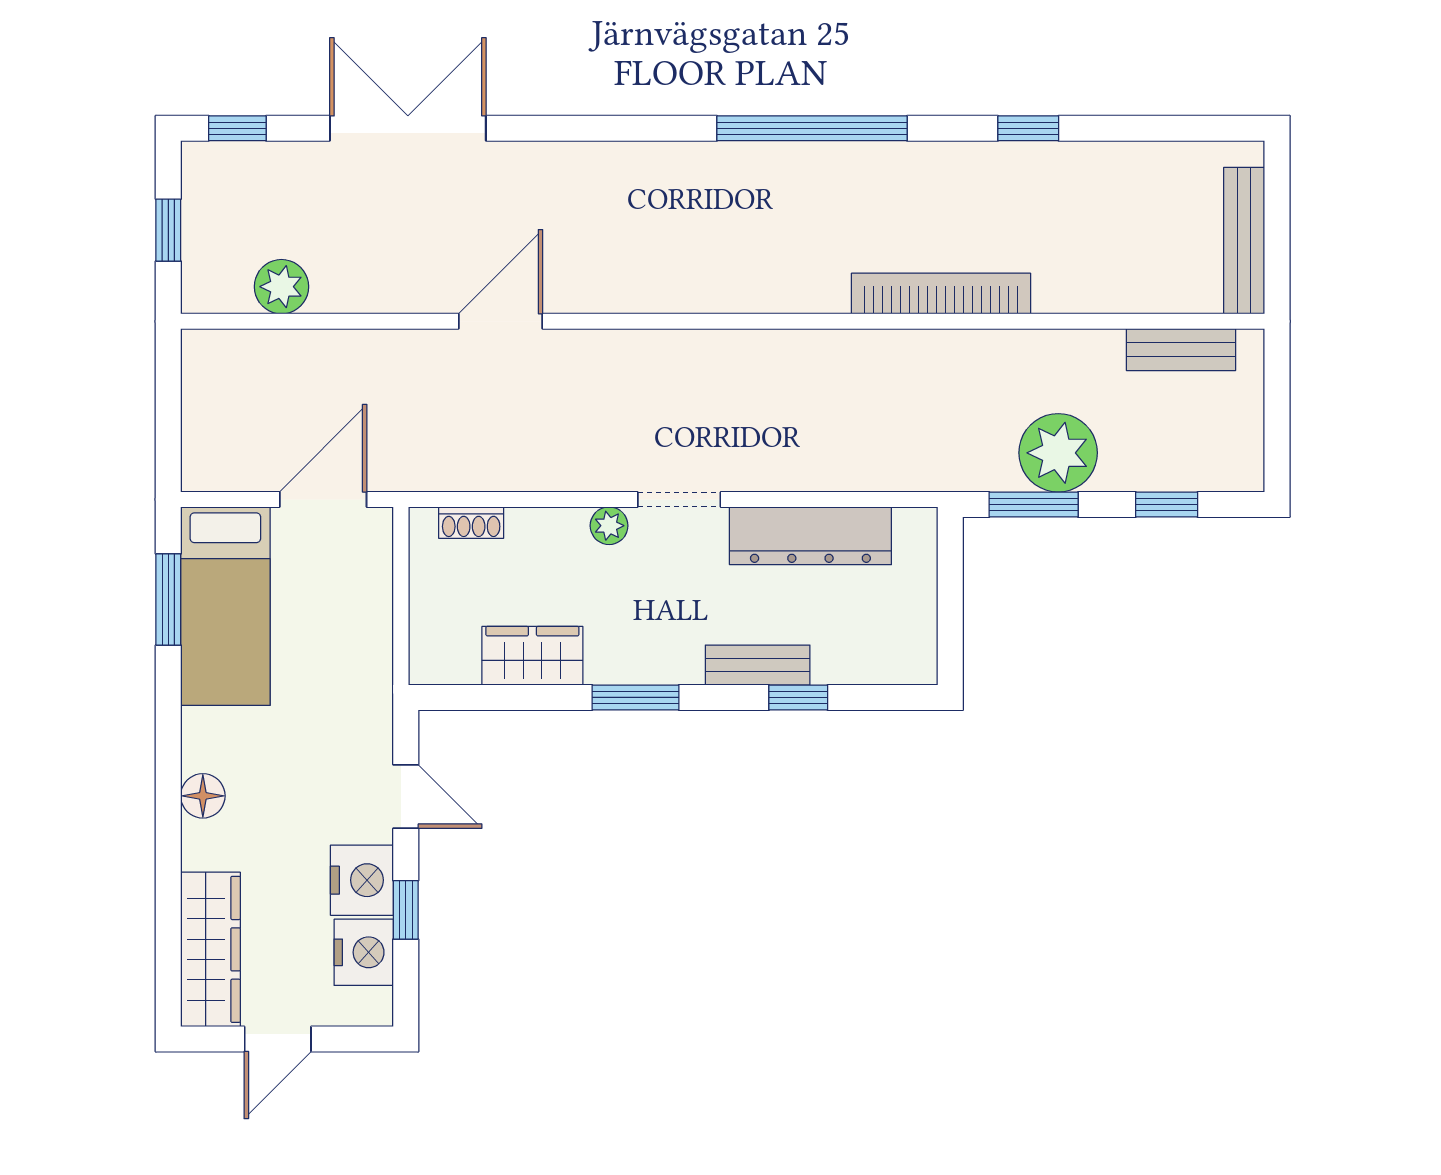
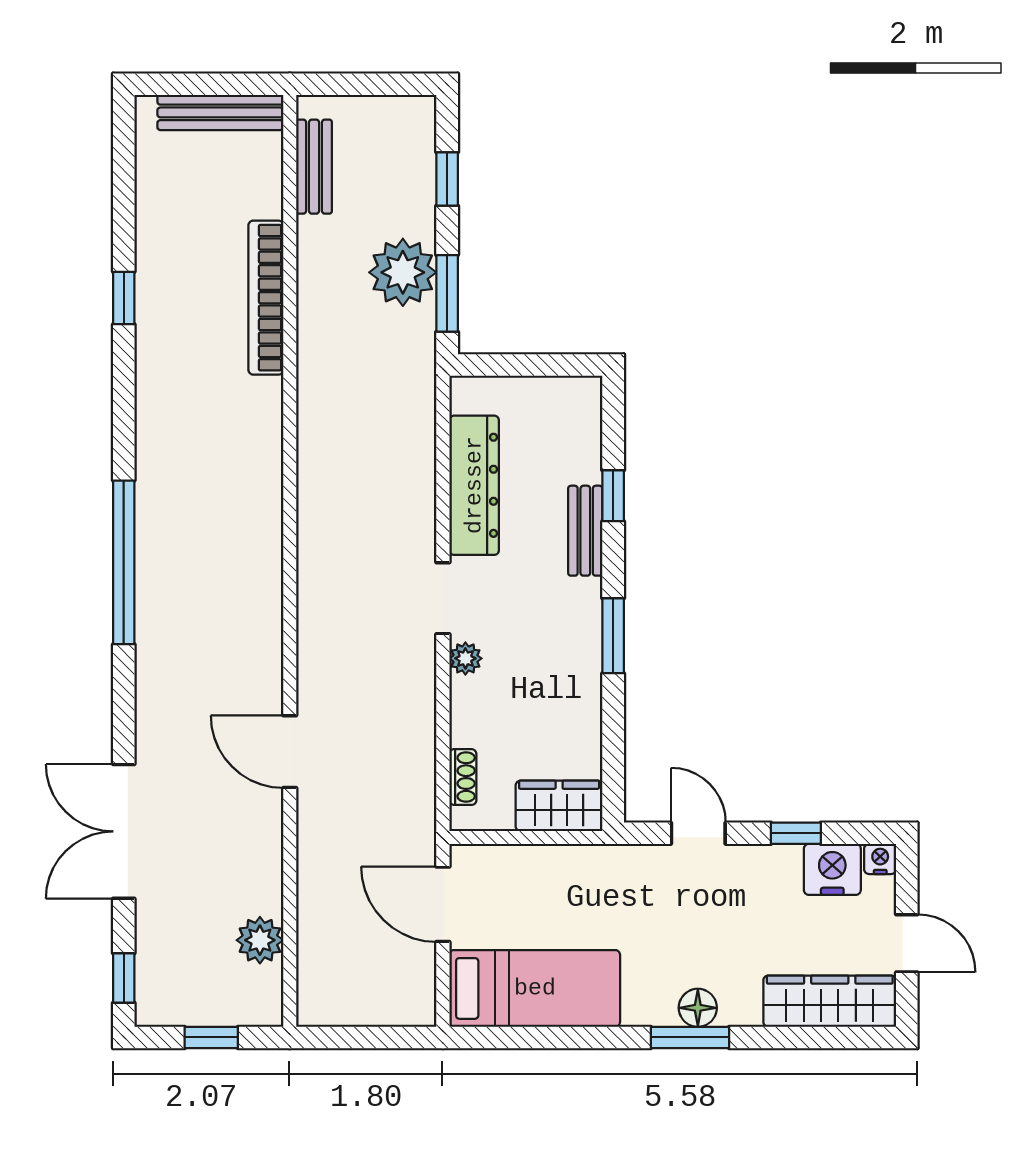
window: (812, 128) -> (124, 562), moved
bookcase: (941, 294) -> (266, 298), moved
window: (168, 599) -> (690, 1037), moved
wardrobe: (532, 656) -> (559, 806), moved, turned 90
door: (406, 796) -> (698, 833), hinge flipped
nightstand: (362, 880) -> (880, 859), moved, width x0.53, depth x0.56

